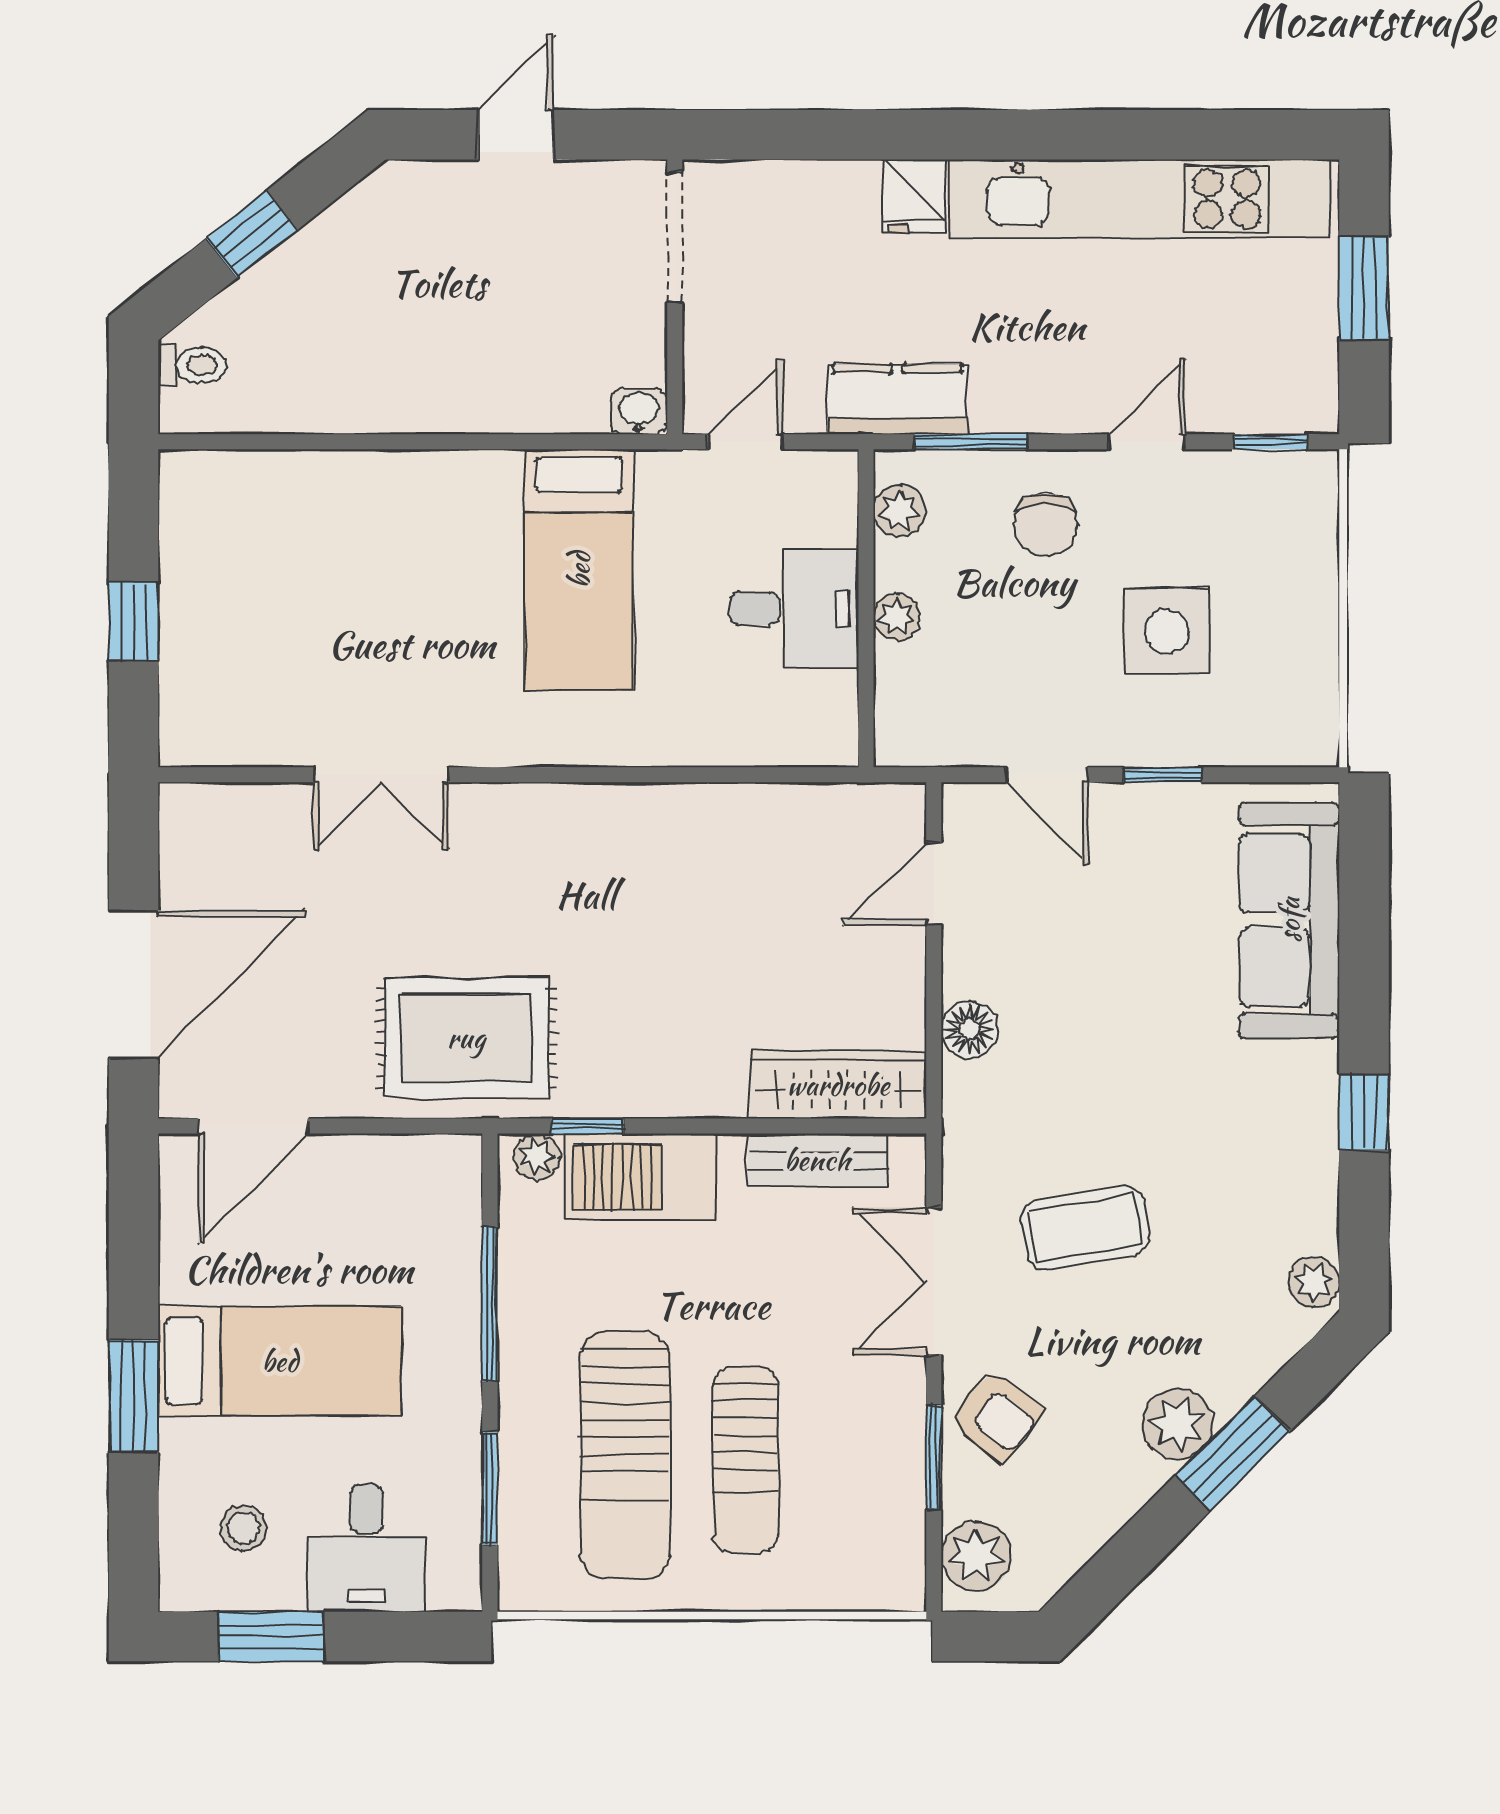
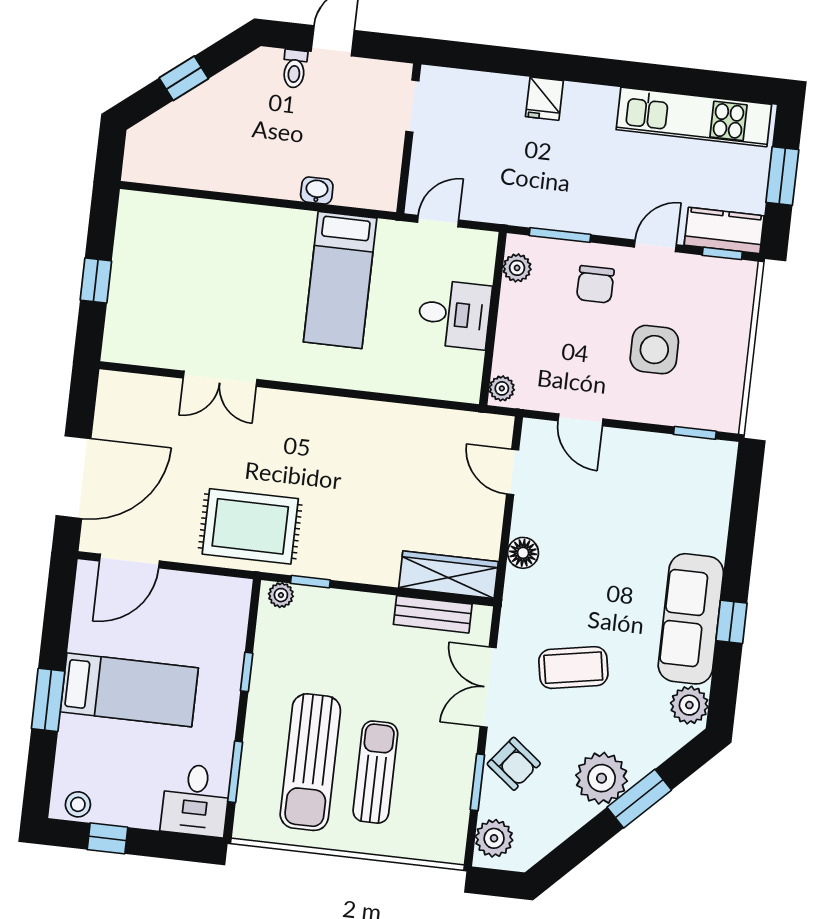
kitchen unit: (1140, 199) -> (694, 117), width x0.73
doorway: (675, 237) -> (412, 106), width x0.73
toilet: (193, 365) -> (294, 69), moved, turned 90
kitchen counter: (898, 399) -> (724, 230), moved
washbasin: (639, 411) -> (317, 191), moved
plant: (897, 617) -> (502, 388), moved
window: (1163, 775) -> (695, 433), moved
door: (934, 884) -> (513, 472), hinge flipped
sofa: (1289, 920) -> (691, 619), moved
barbecue: (640, 1177) -> (336, 612), removed
plant: (1314, 1282) -> (689, 705), width x1.38, depth x1.38
window: (490, 1304) -> (247, 672), width x0.46
plant: (1177, 1424) -> (602, 778), width x1.36, depth x1.36
sun lounger: (746, 1460) -> (375, 772), turned 180
stool: (243, 1528) -> (78, 804), moved
desk: (367, 1548) -> (196, 800), moved
window: (271, 1637) -> (107, 838), width x0.67

